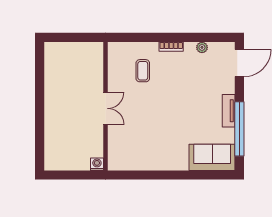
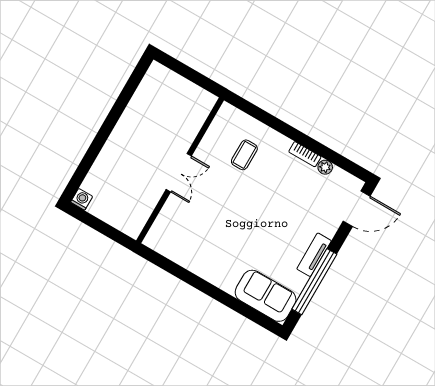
bookcase: (171, 47) -> (305, 154), moved
washing machine: (97, 164) -> (82, 199), moved

